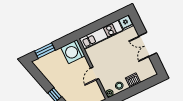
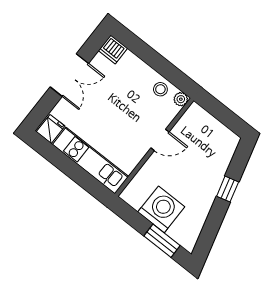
washing machine: (73, 52) -> (161, 209), moved, turned -90
dishwasher: (133, 80) -> (113, 49), moved

